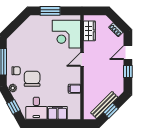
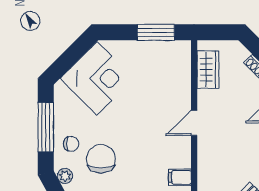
window: (50, 11) -> (156, 32), moved
corner desk: (66, 34) -> (97, 78), moved, turned -135

